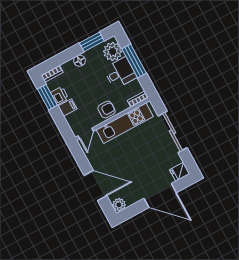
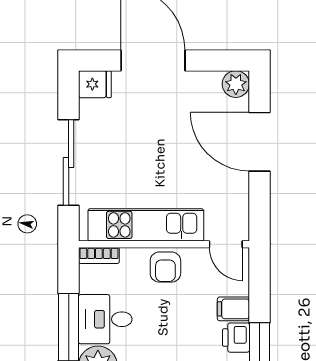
armchair: (106, 110) -> (165, 267), turned -90
door: (86, 133) -> (226, 244), swing flipped

